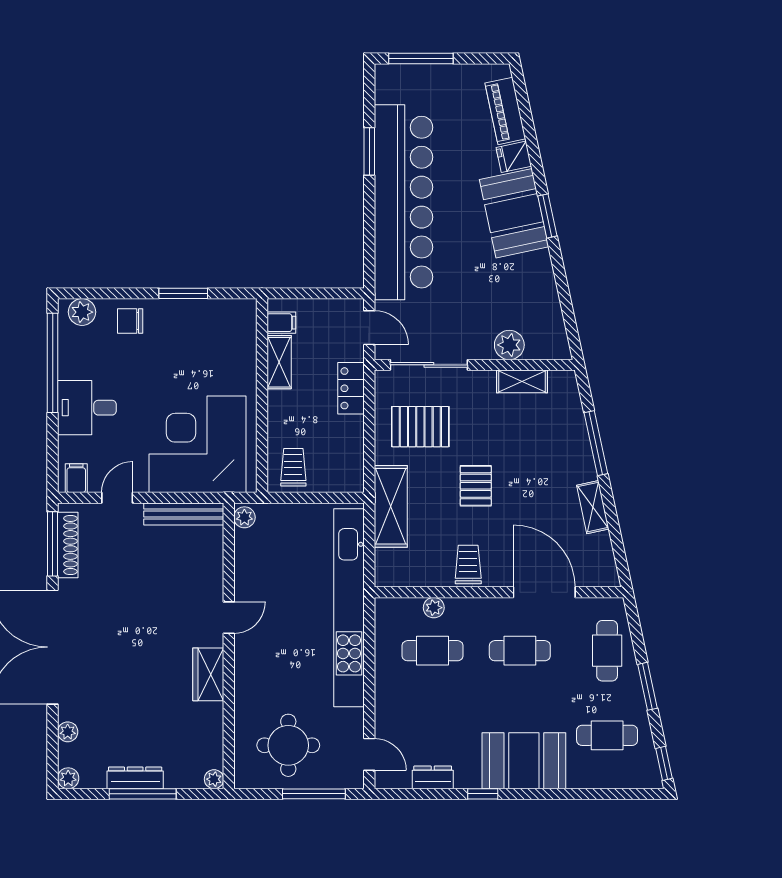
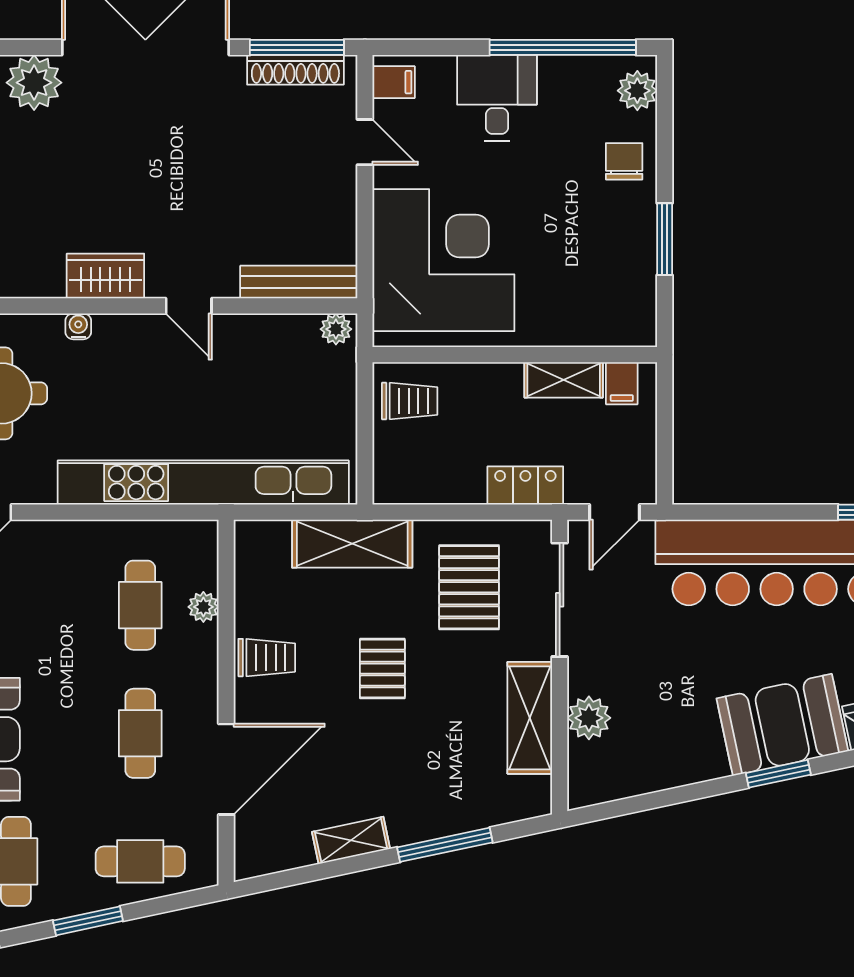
shelving: (522, 381) -> (530, 718), width x1.50, depth x1.33
pallet: (476, 486) -> (382, 669), turned 90
bench: (184, 514) -> (299, 282), moved, turned 90
water cooler: (243, 693) -> (78, 326), added
plant: (68, 732) -> (34, 83), width x1.88, depth x1.88

